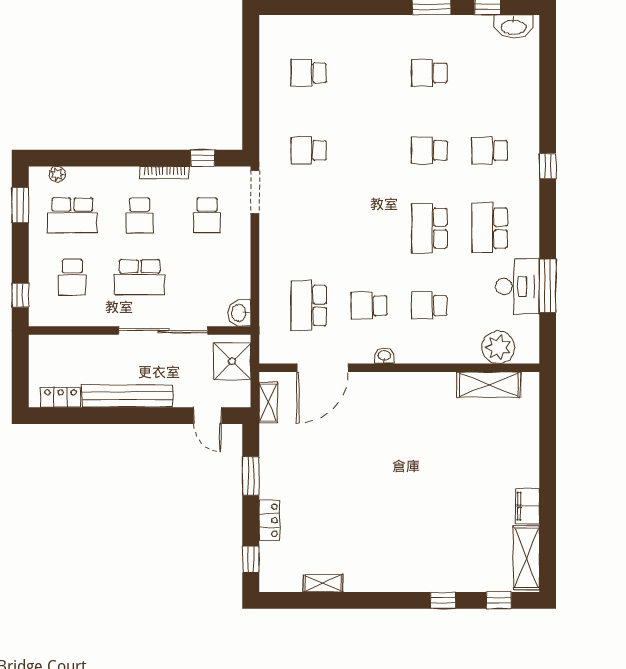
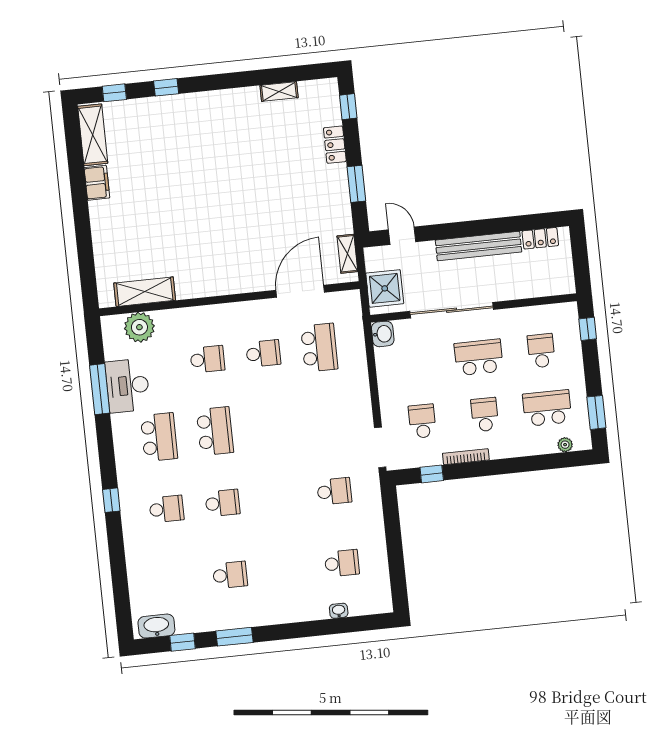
washbasin: (384, 356) -> (339, 611), moved, turned 180

